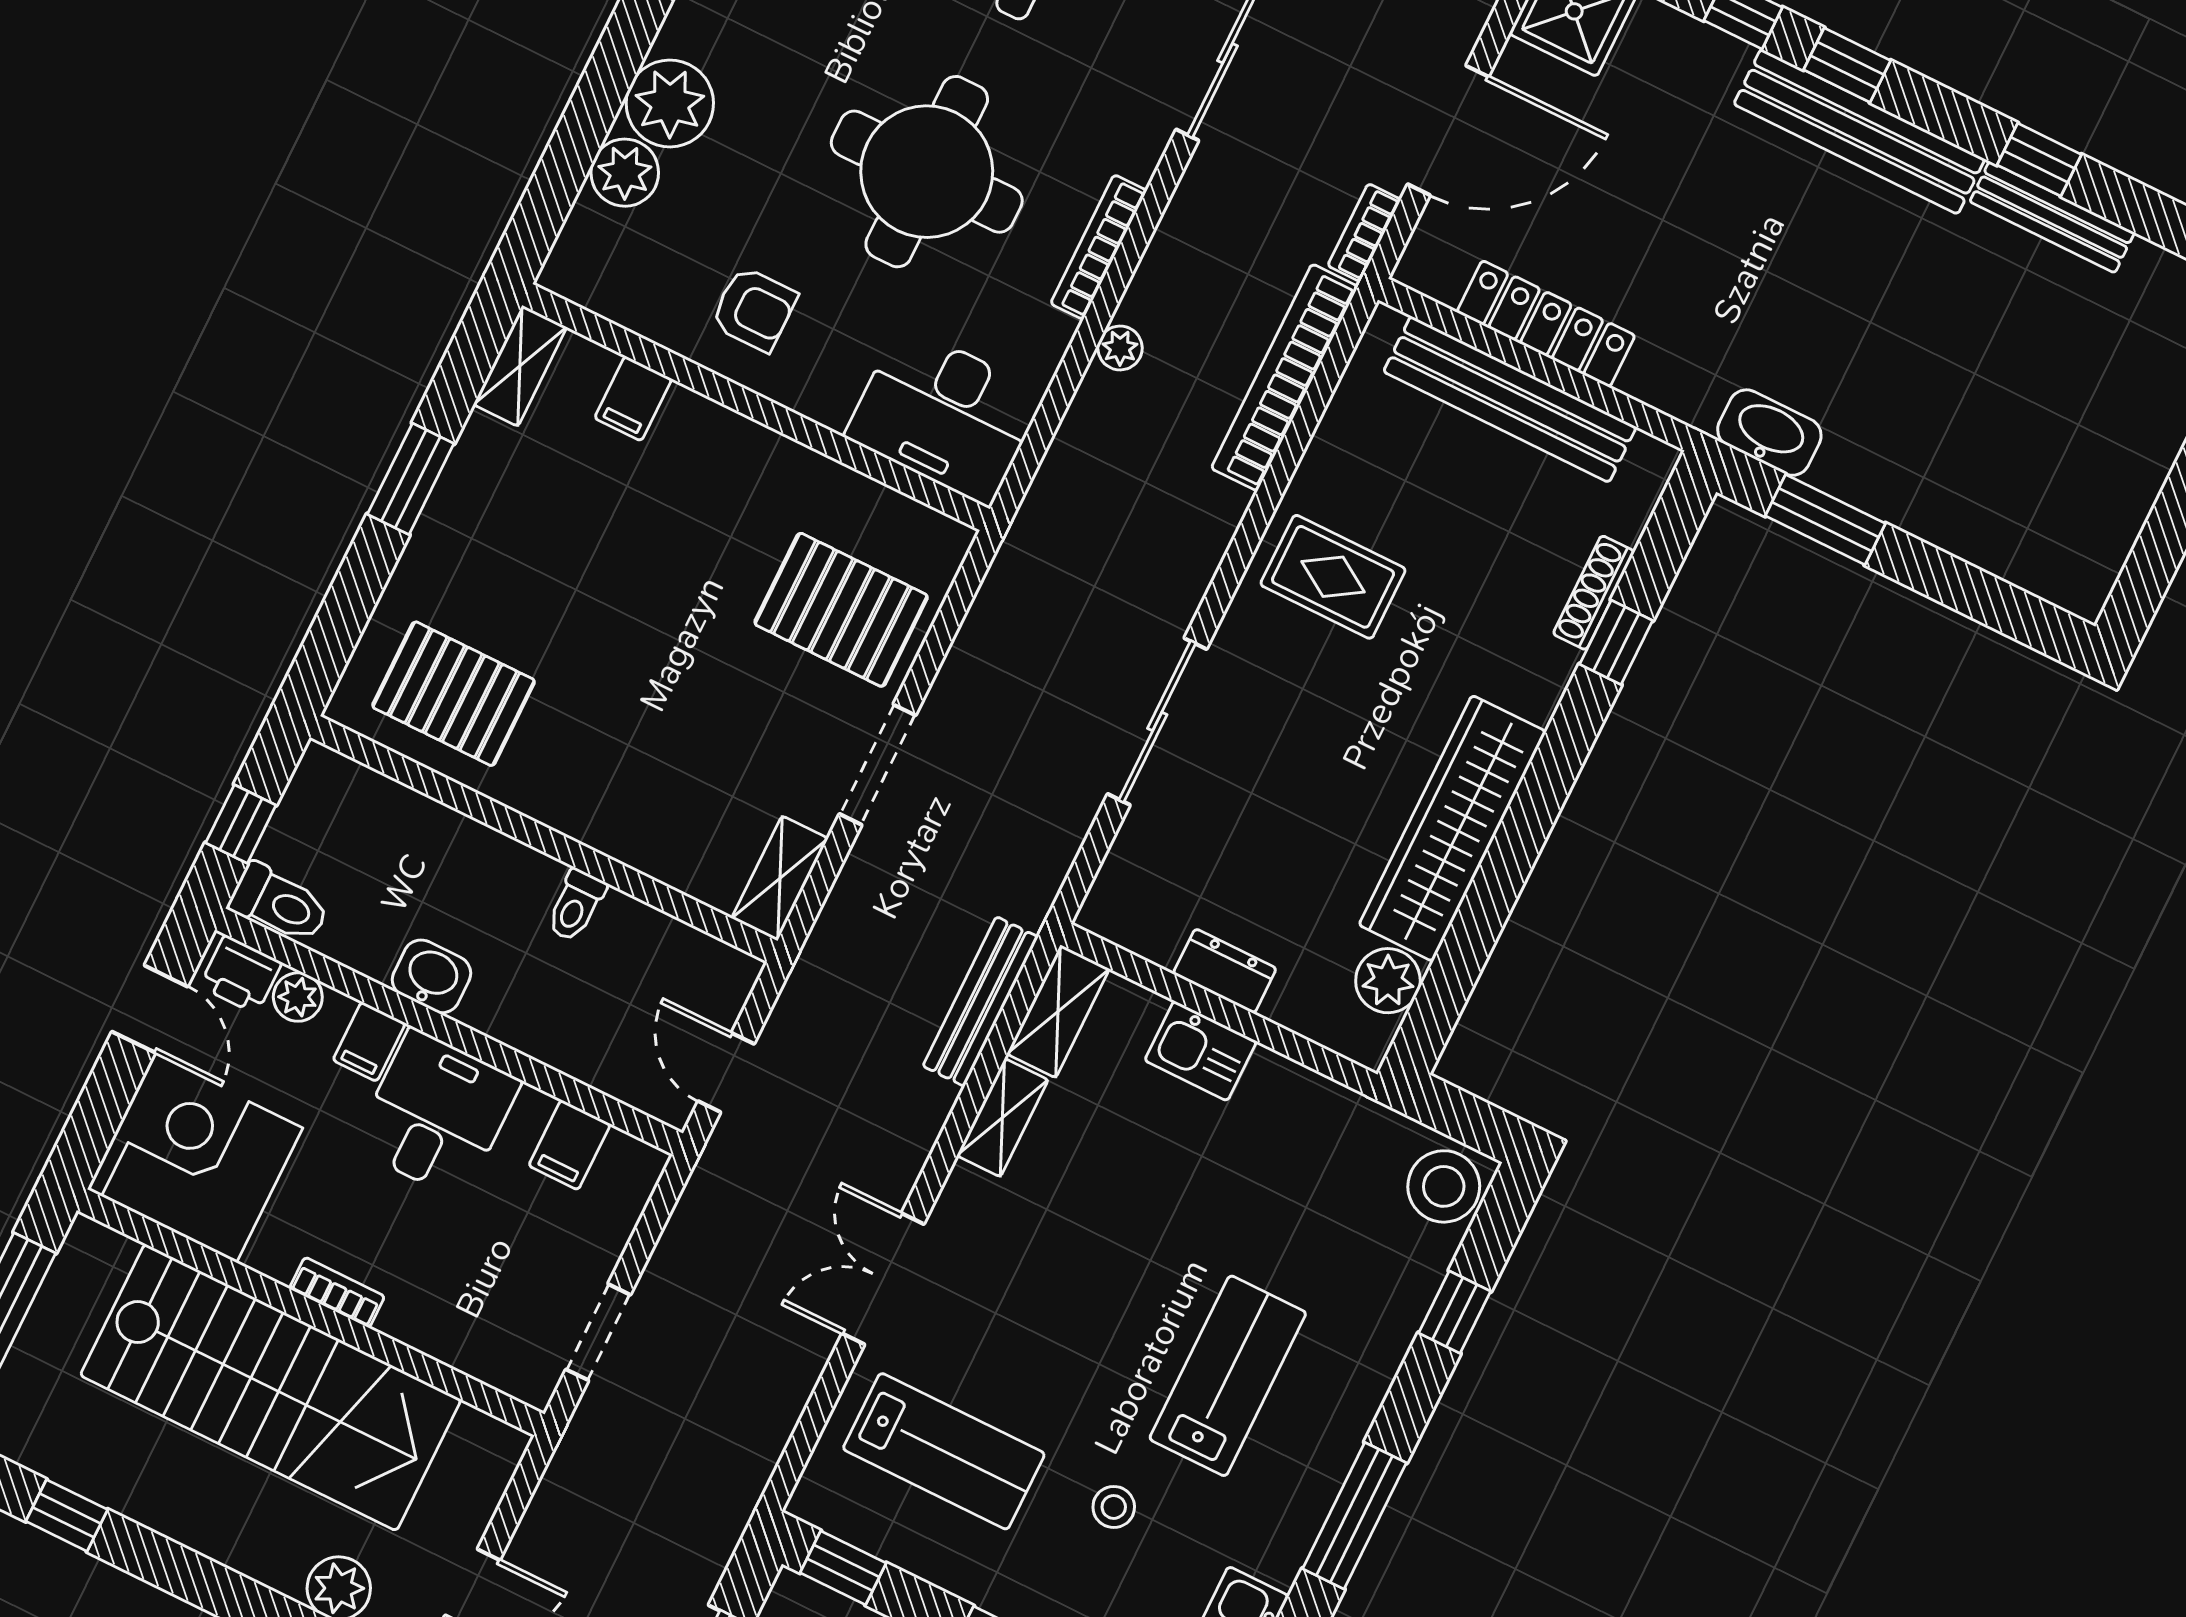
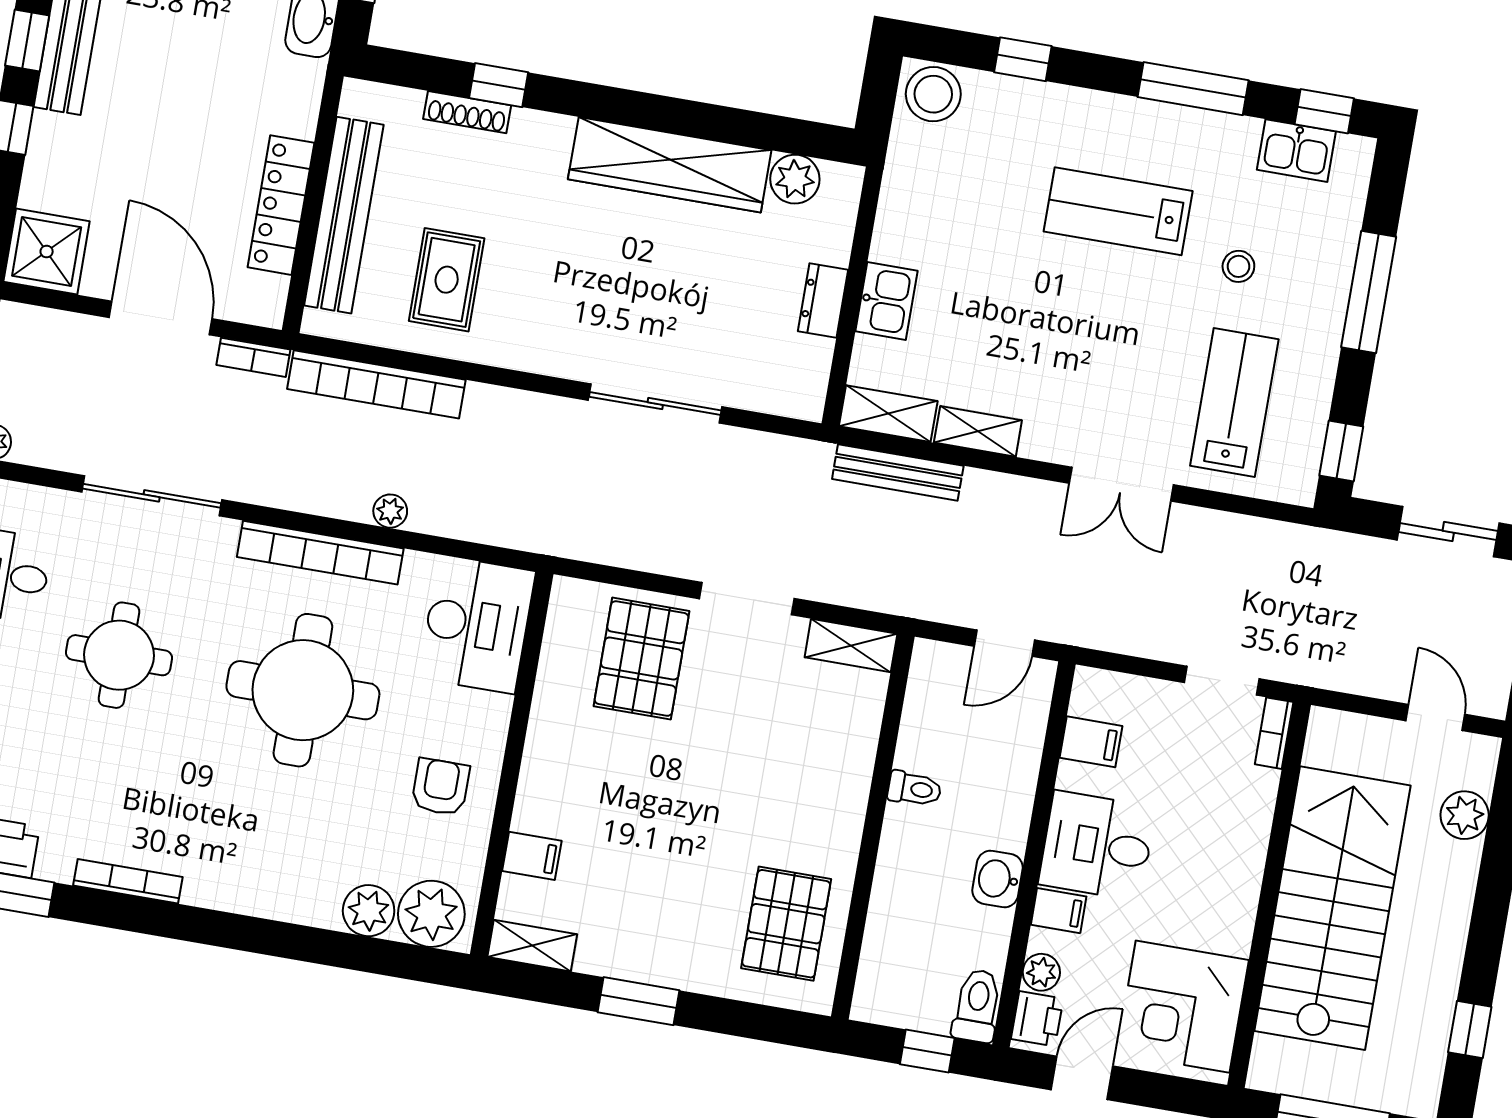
plant: (670, 103) -> (431, 914), moved
bookcase: (1099, 247) -> (320, 553), width x1.48, depth x1.31
rug: (1333, 577) -> (447, 280), moved
bookcase: (337, 1292) -> (1274, 733), moved

